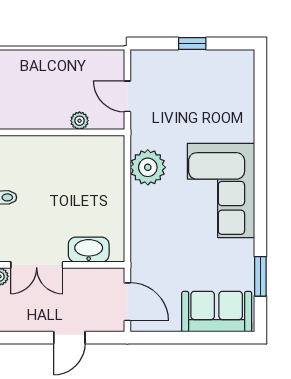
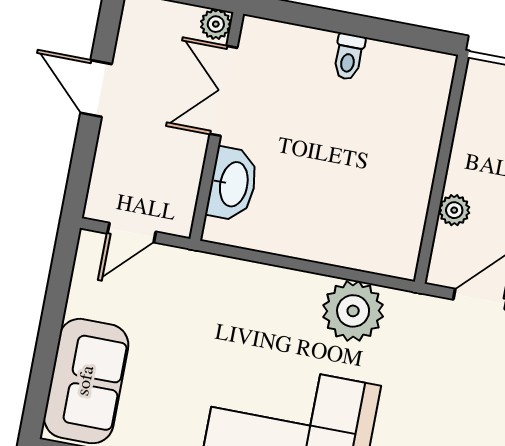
door: (127, 302) -> (132, 233), width x0.73
door: (69, 338) -> (96, 88), moved

